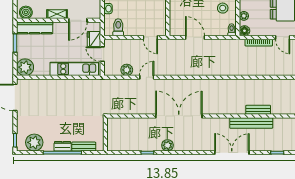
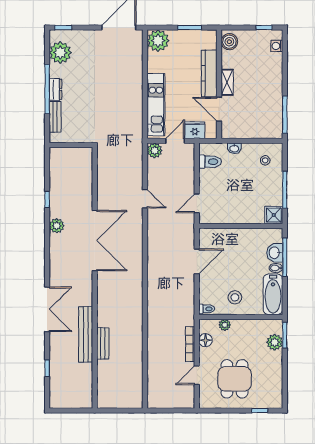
kitchen counter: (35, 28) -> (209, 73), moved
floor lamp: (244, 31) -> (205, 340), moved
plant: (127, 70) -> (155, 150), moved

